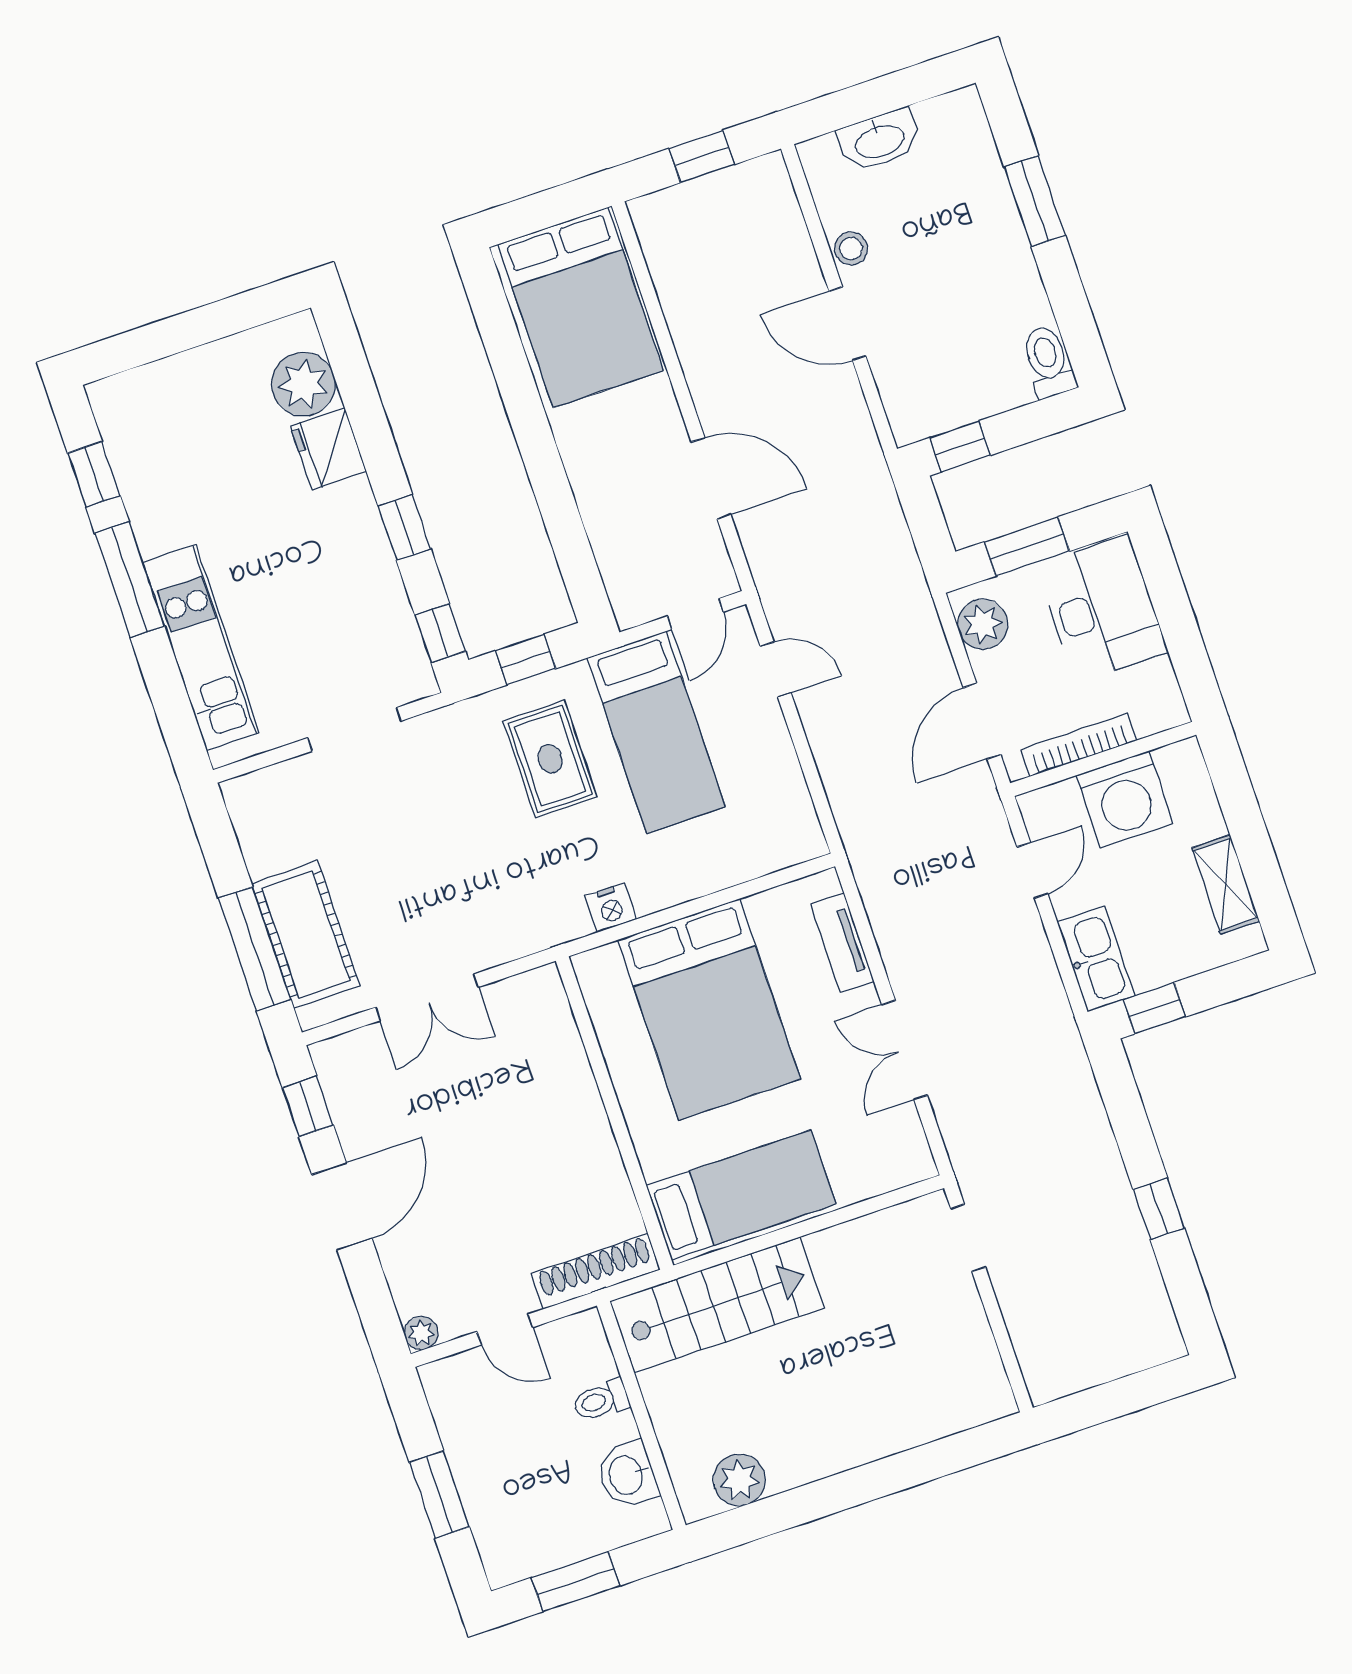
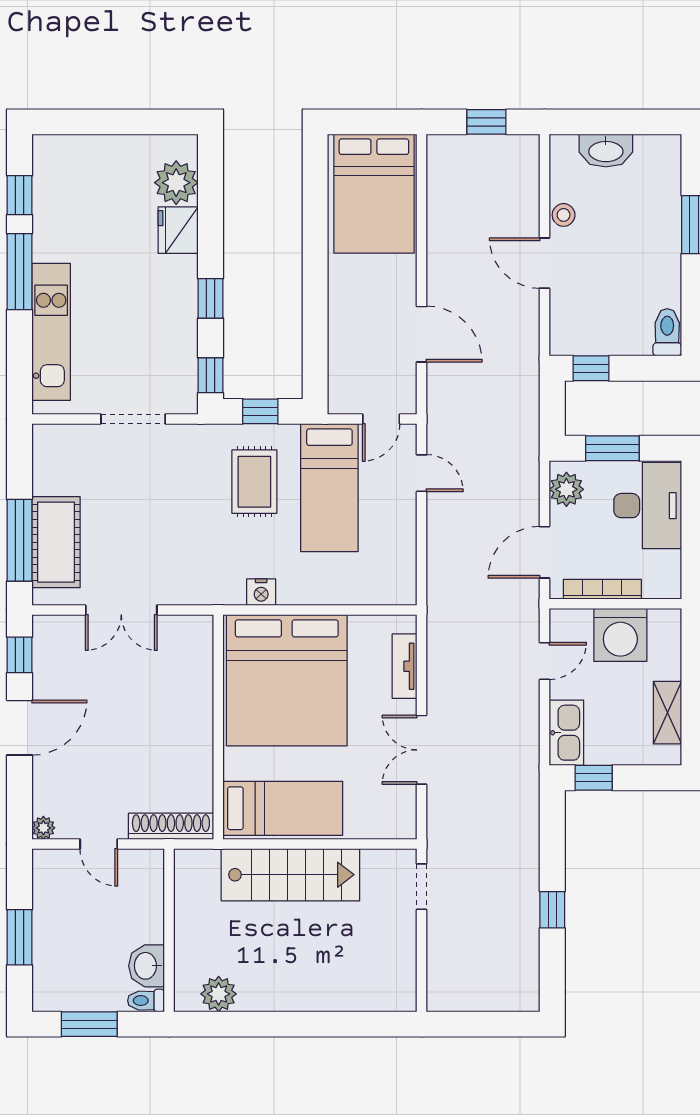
bed: (709, 1009) -> (287, 680), width x1.36
stairs: (717, 1305) -> (290, 875), moved
toilet: (601, 1400) -> (146, 1001), moved

